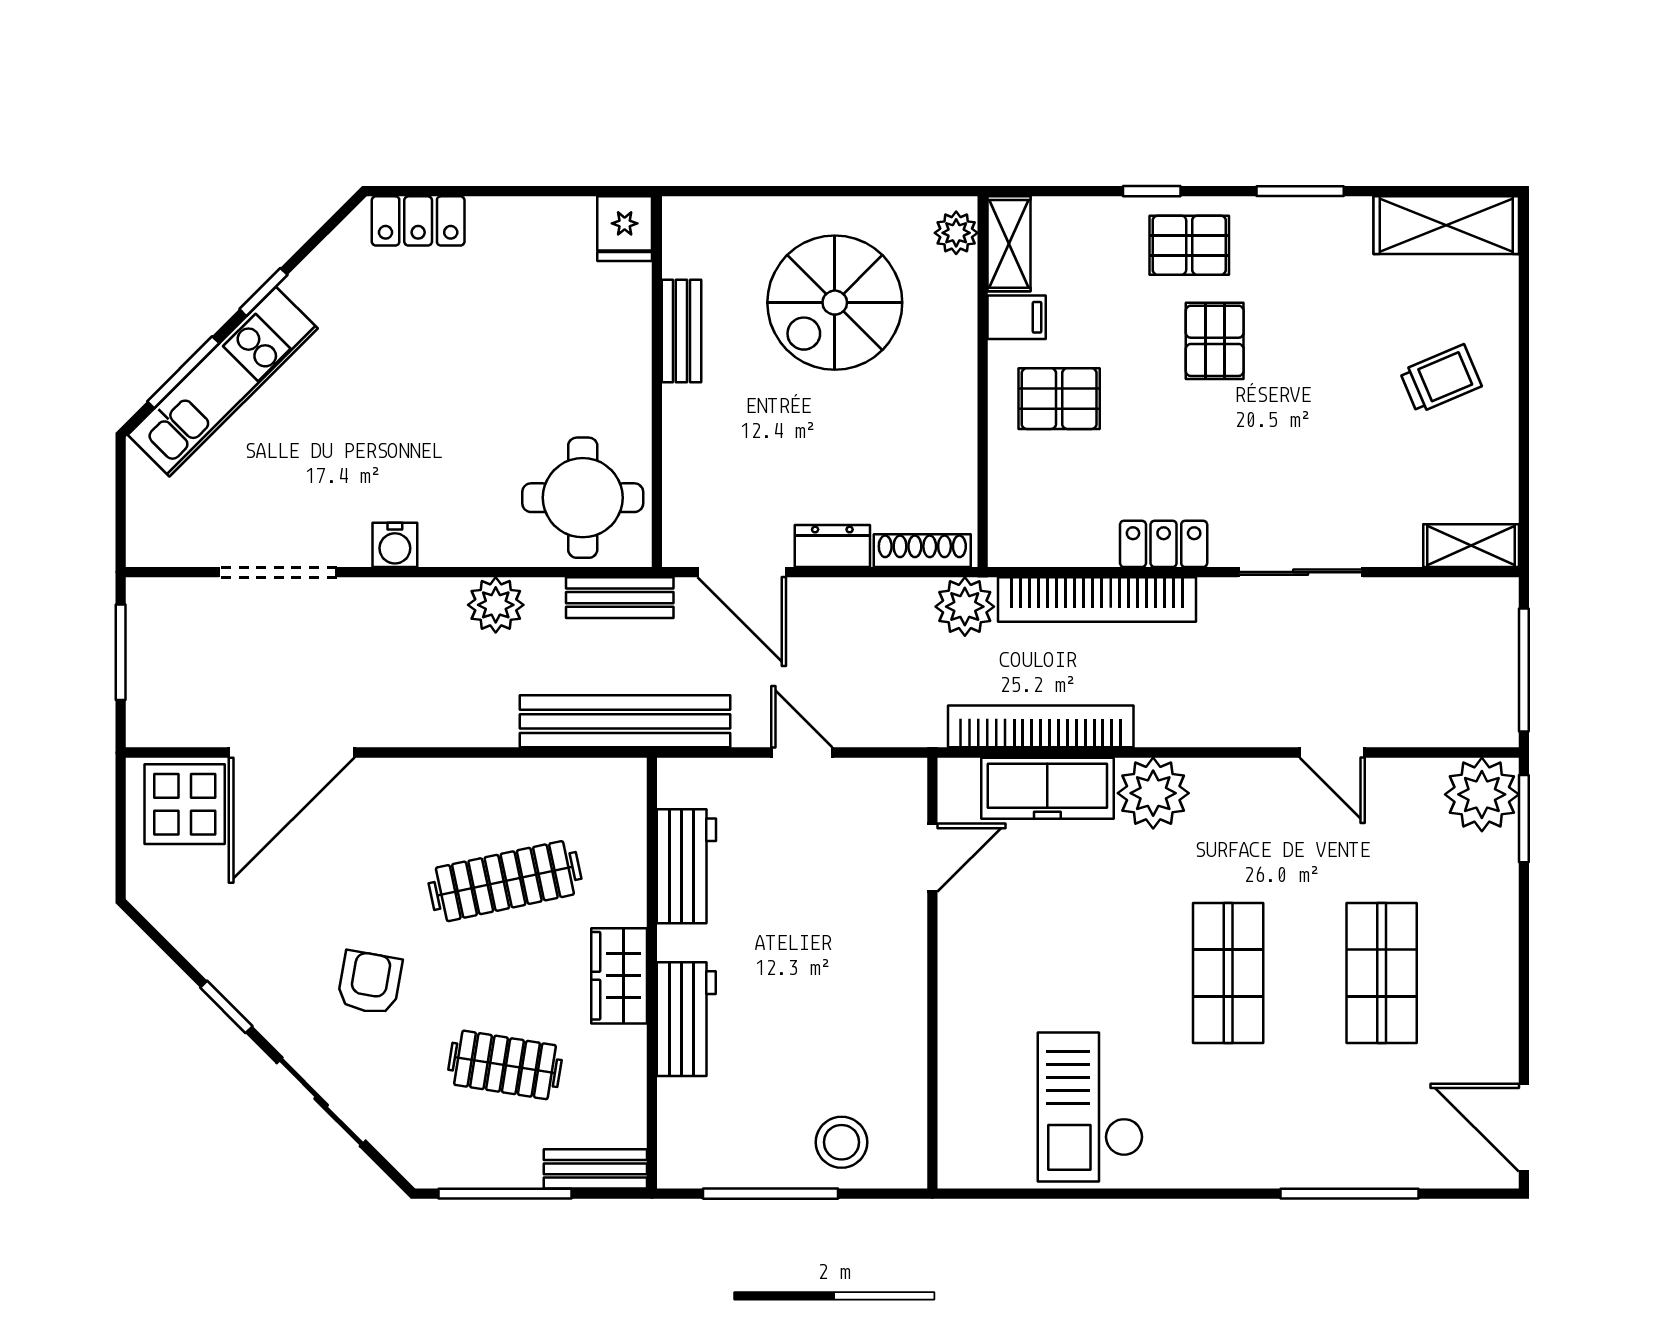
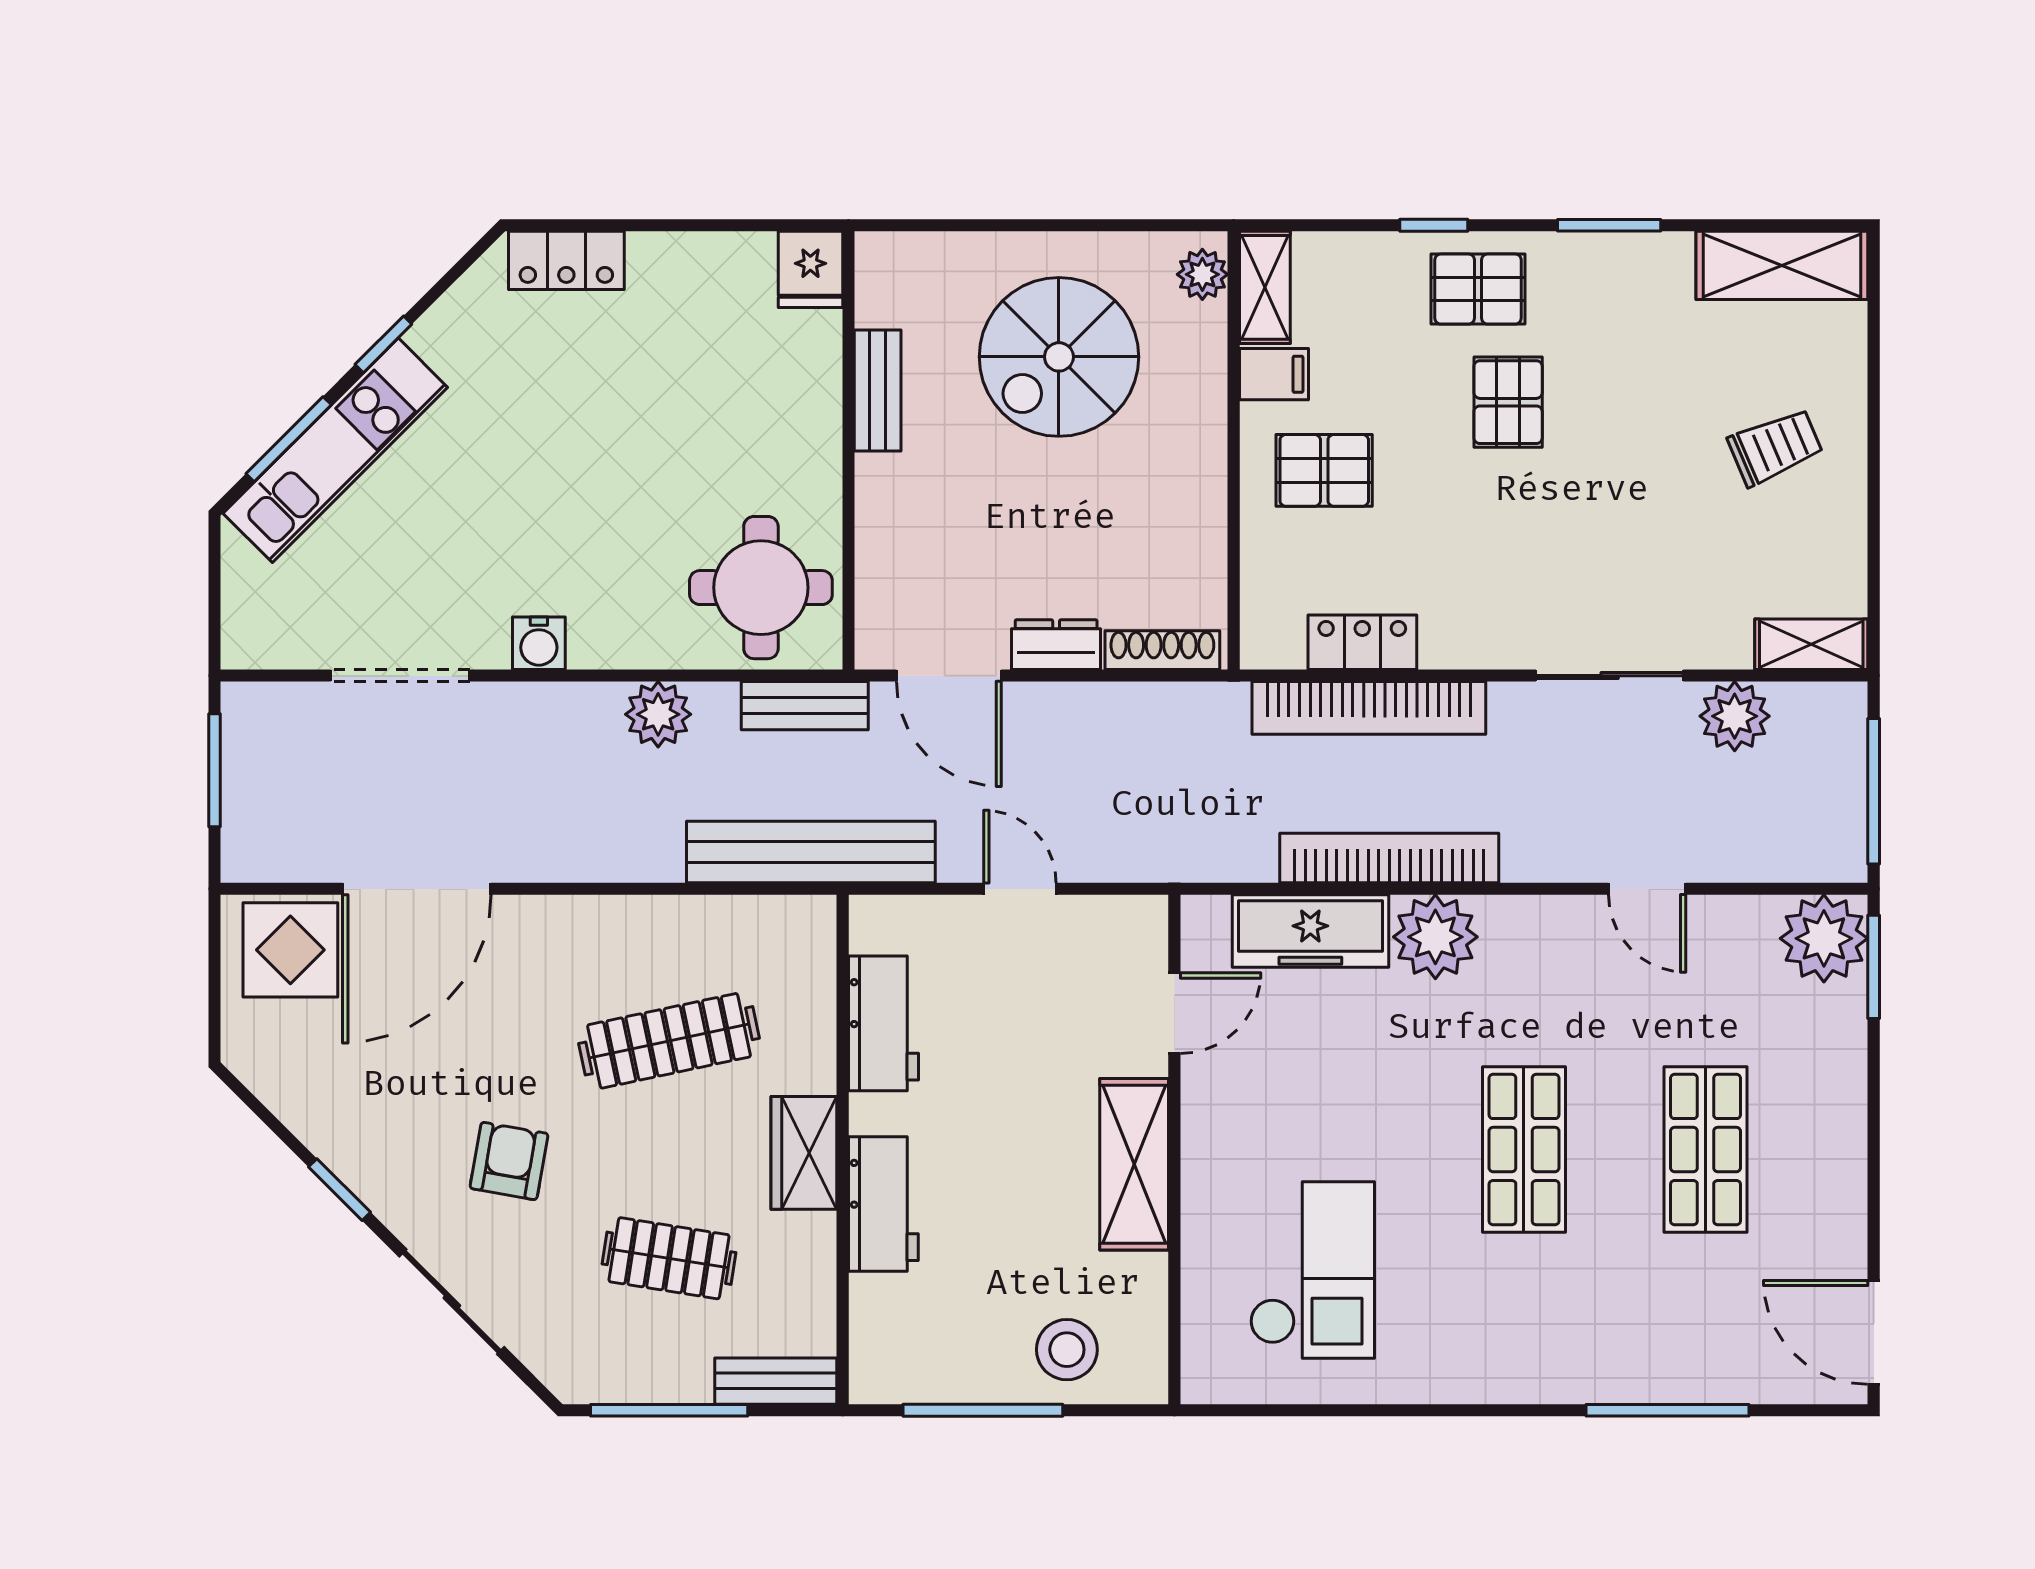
locker: (1164, 544) -> (1362, 642), moved
plant: (965, 607) -> (1735, 716), moved
bookcase: (1041, 726) -> (1389, 858), moved
shelving: (898, 985) -> (1134, 1164), added
checkout: (1090, 1107) -> (1312, 1270), moved, turned 180

